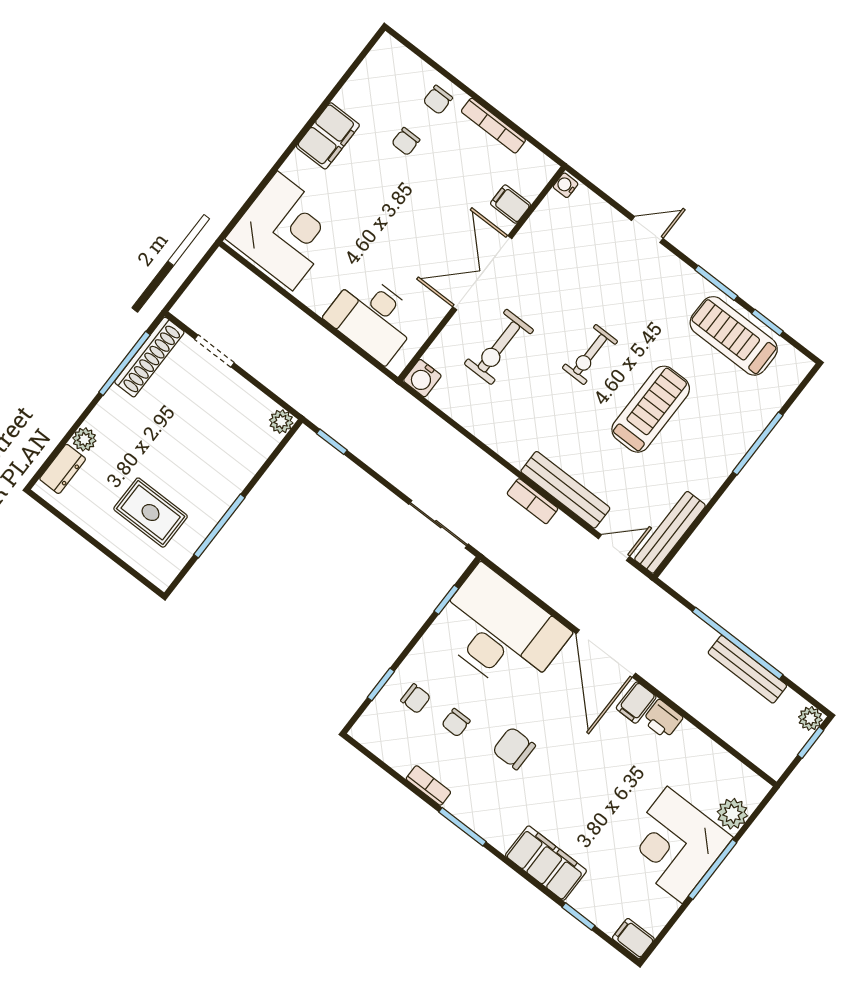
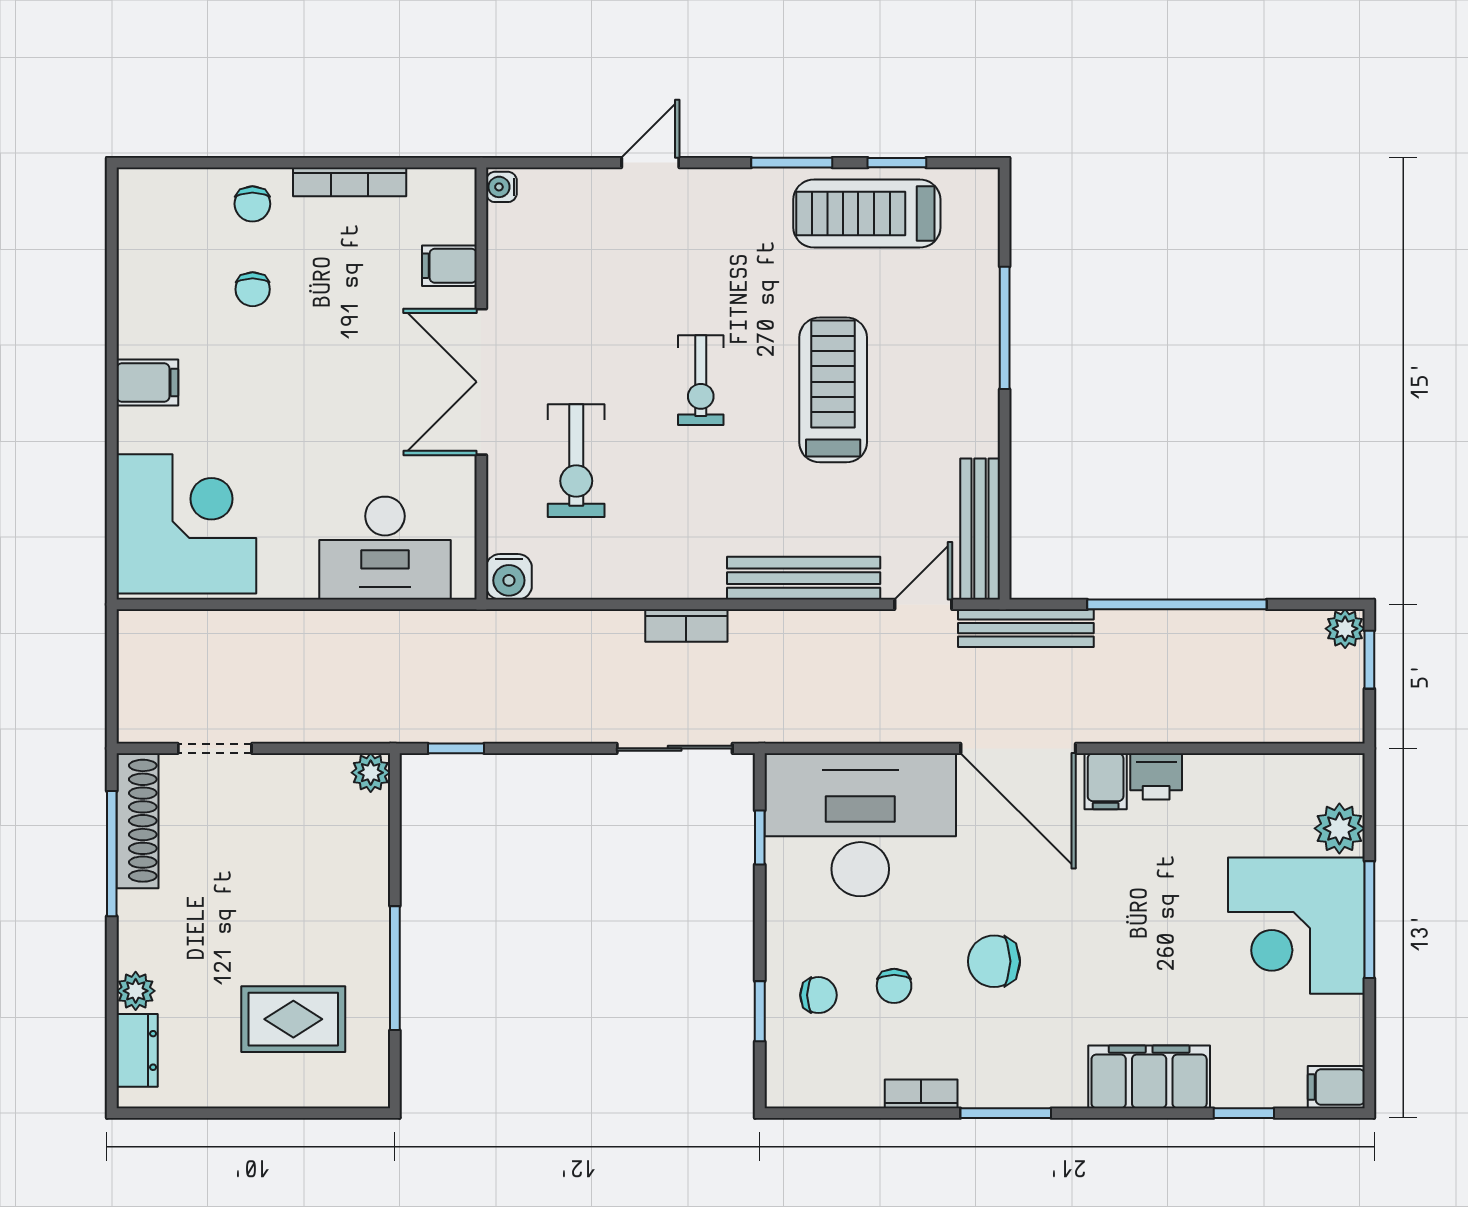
filing cabinet: (328, 136) -> (147, 383), width x0.50
bookcase: (532, 501) -> (686, 626), moved
bench: (747, 669) -> (1026, 628), moved

